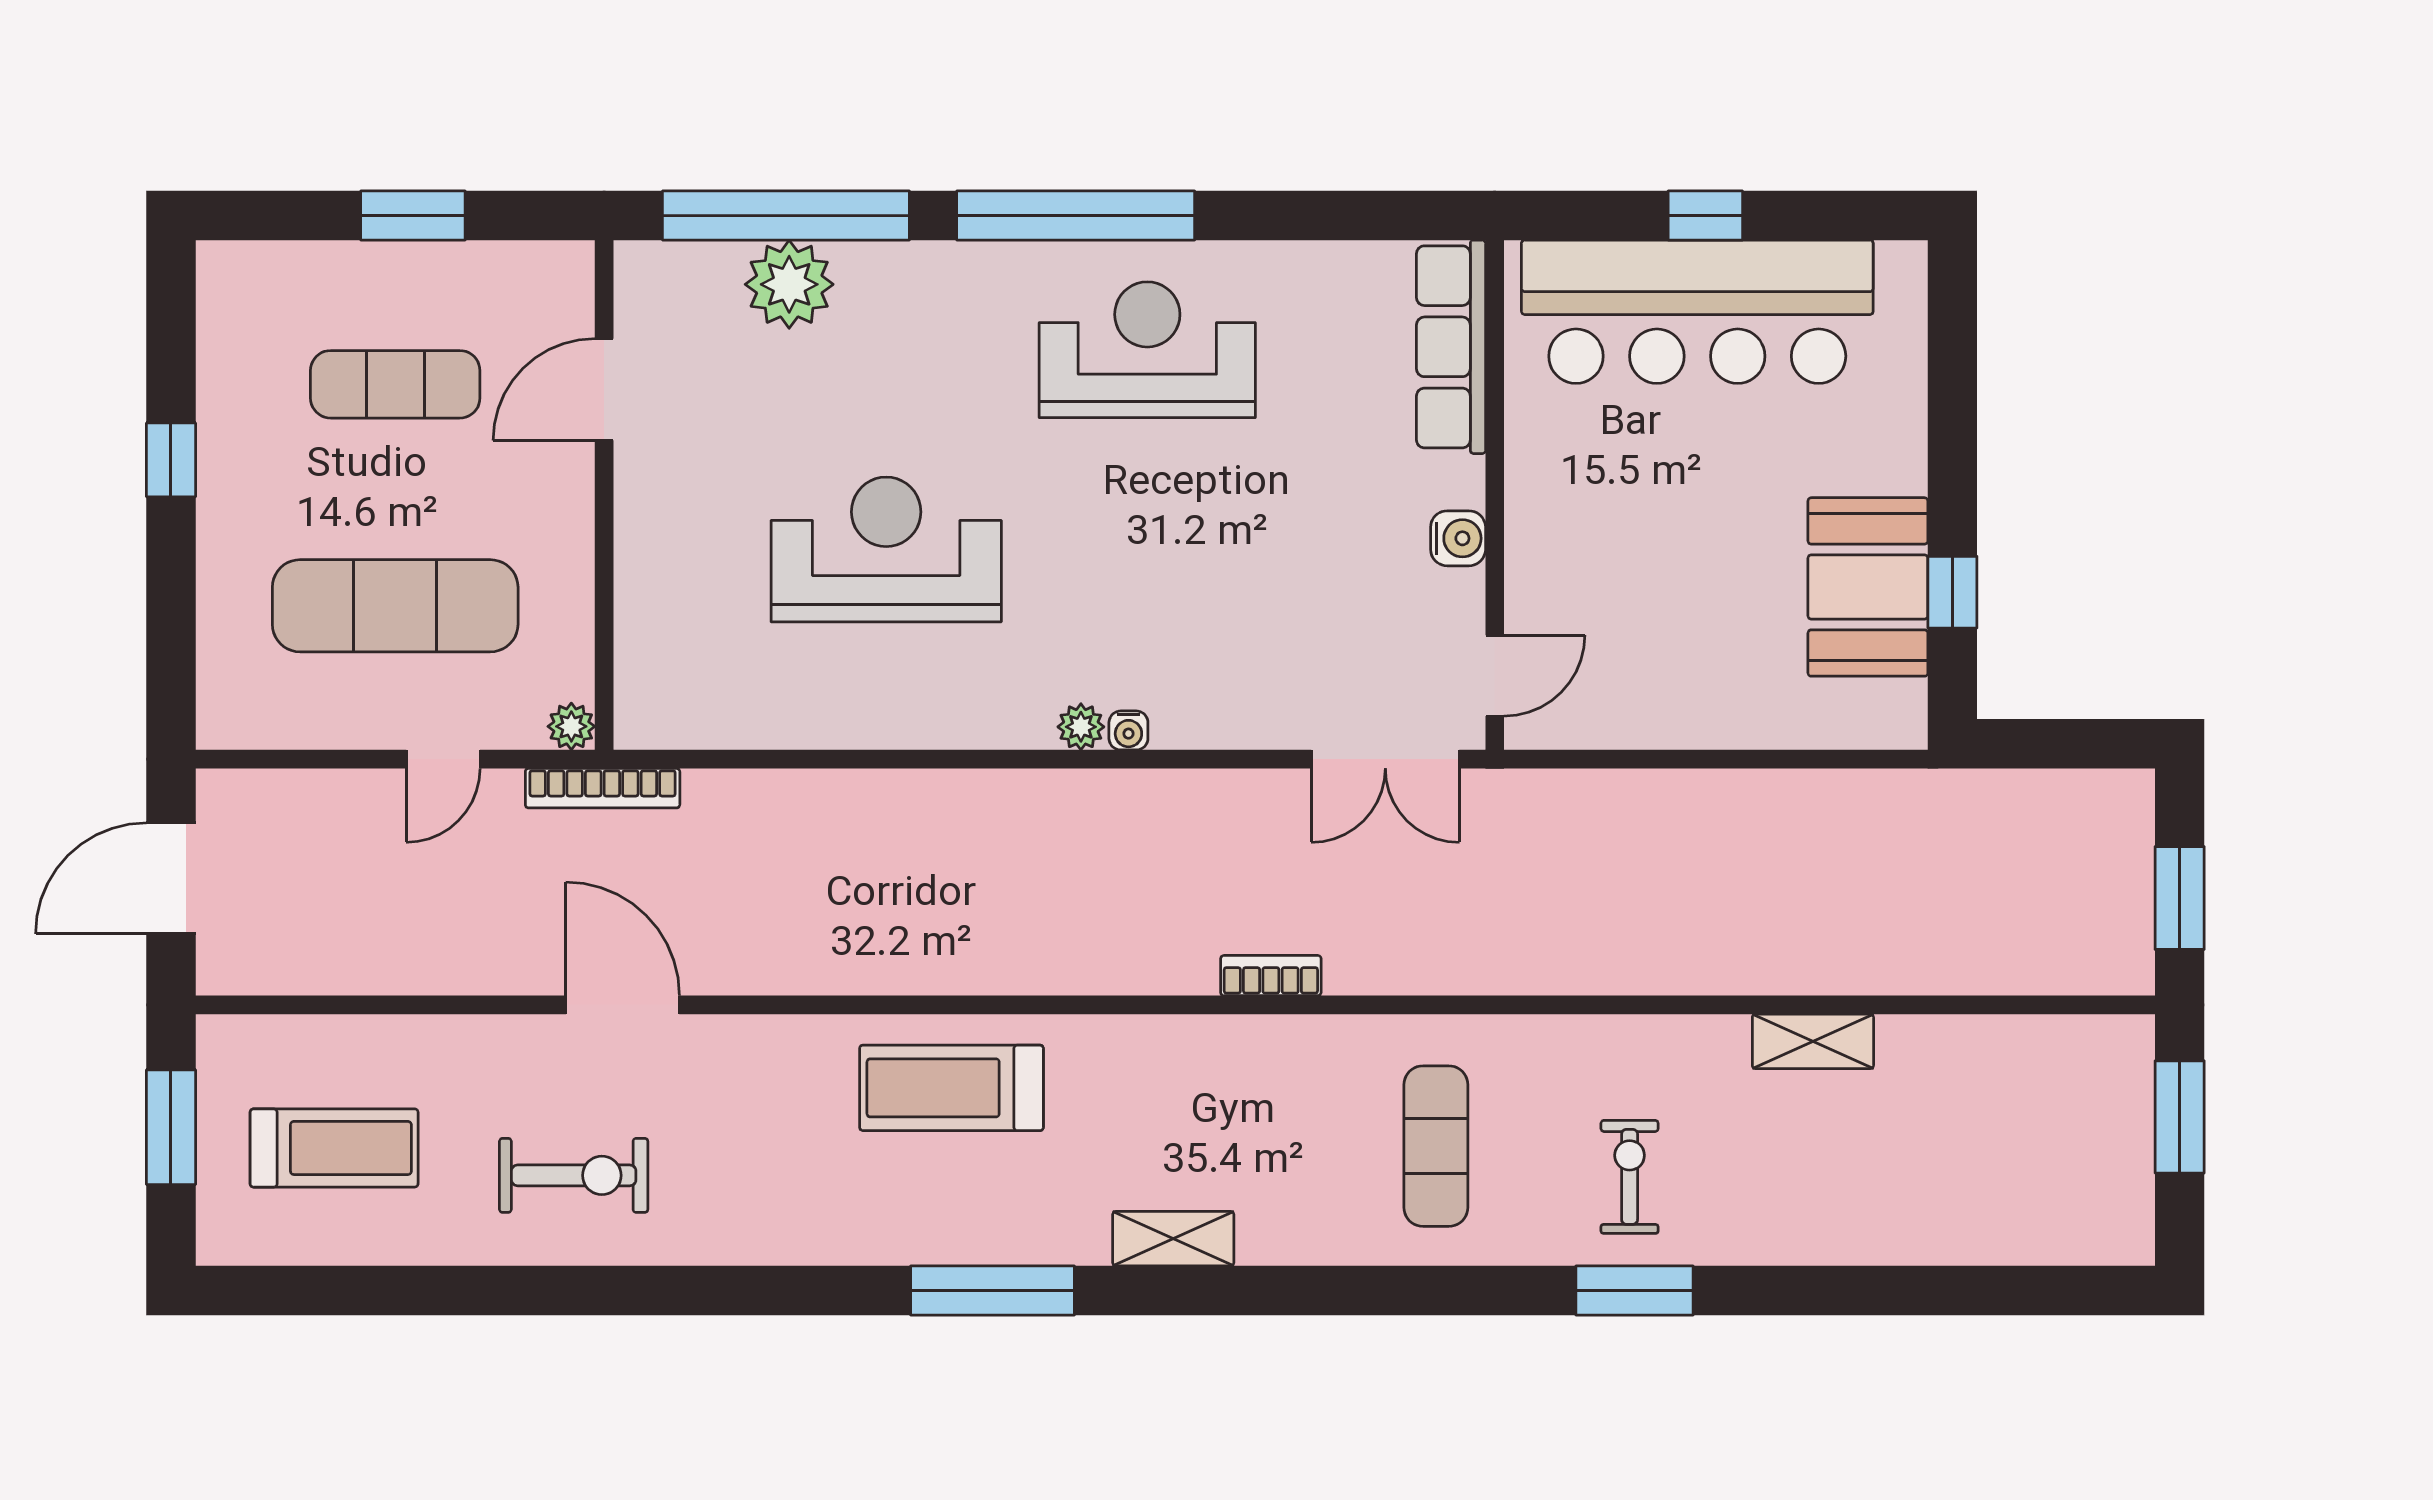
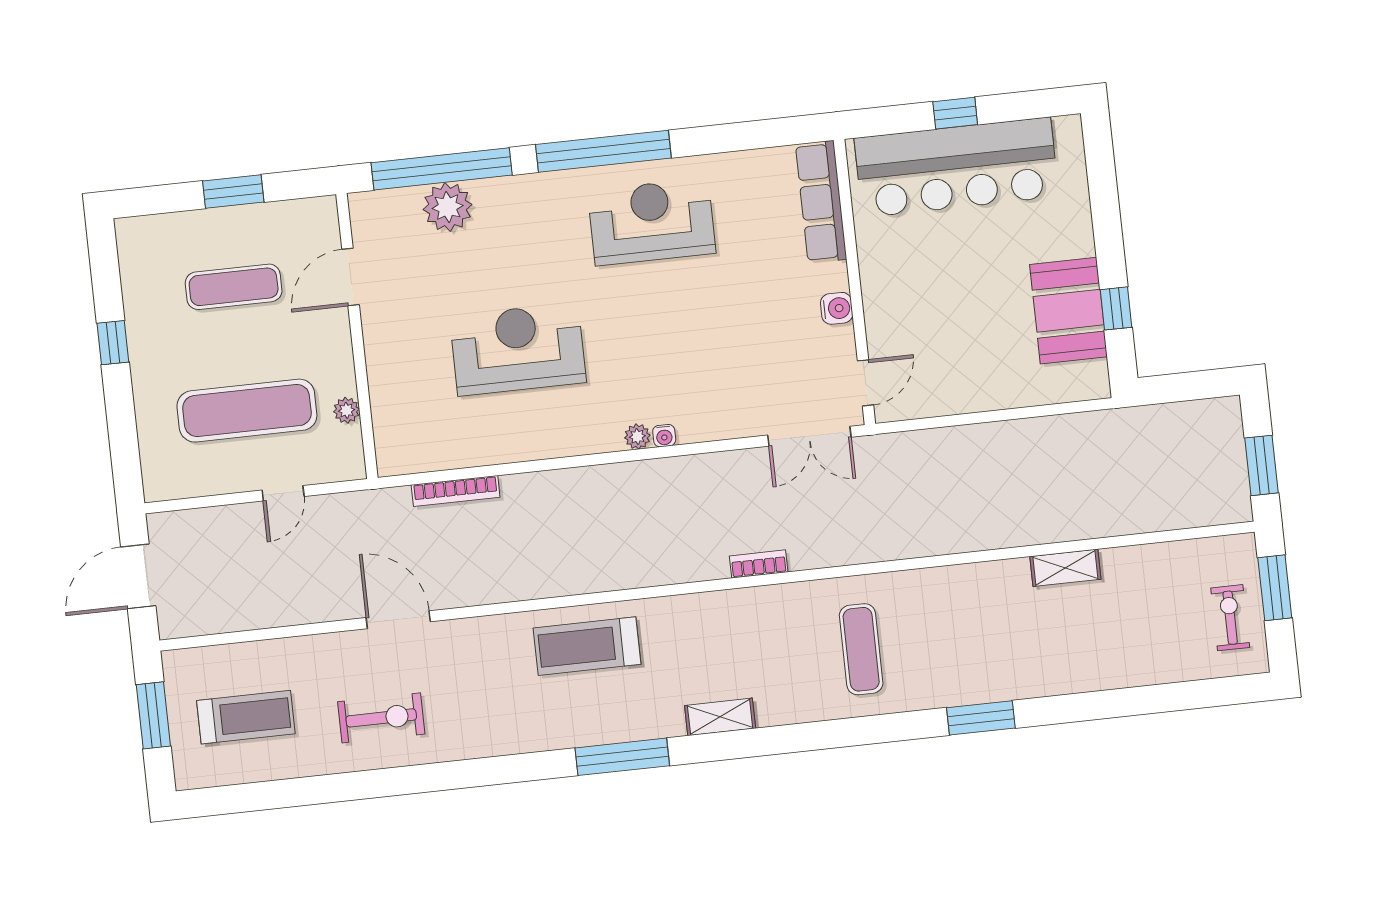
plant: (571, 726) -> (347, 410), moved
bookcase: (603, 788) -> (456, 491), moved
exercise bike: (1630, 1177) -> (1230, 618), moved

